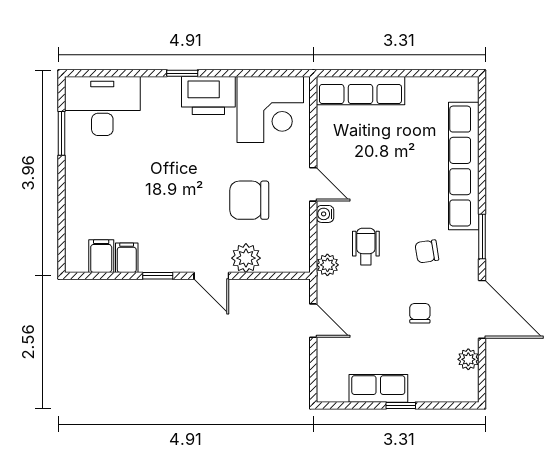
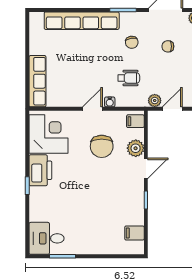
desk: (102, 106) -> (47, 238), width x0.73
wheelchair: (366, 246) -> (129, 78), turned 180
filing cabinet: (127, 258) -> (135, 121), moved
plant: (327, 265) -> (155, 101), moved

